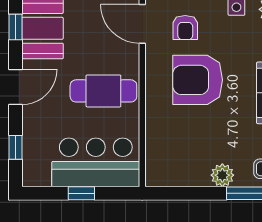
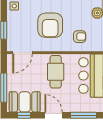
armchair: (185, 28) -> (80, 37), moved
window: (15, 147) -> (84, 115), width x2.17

